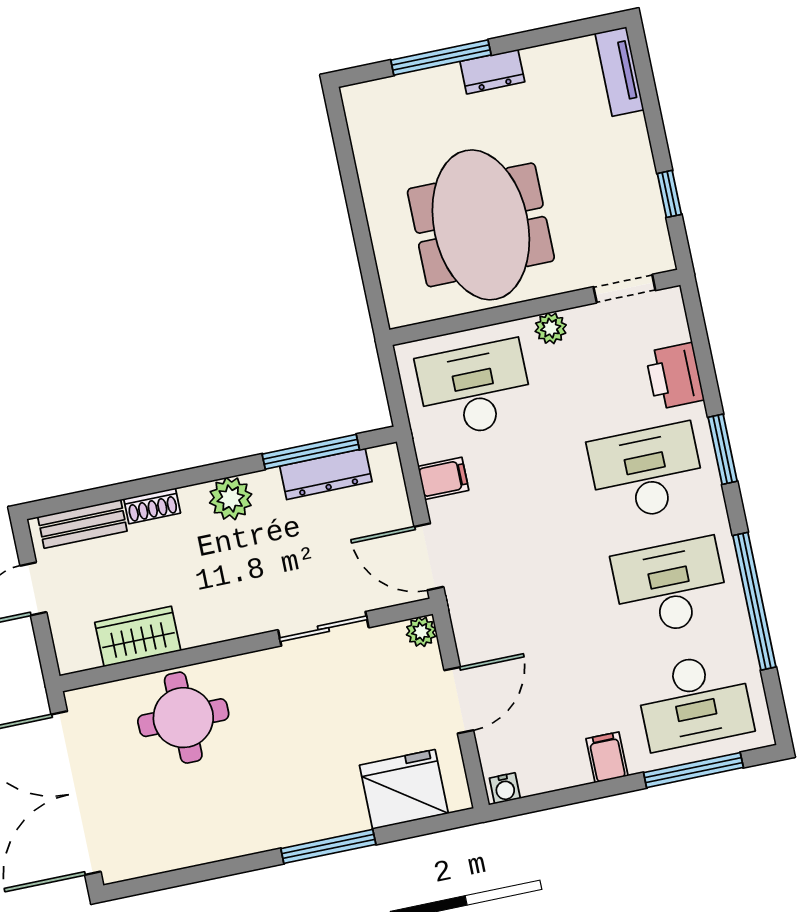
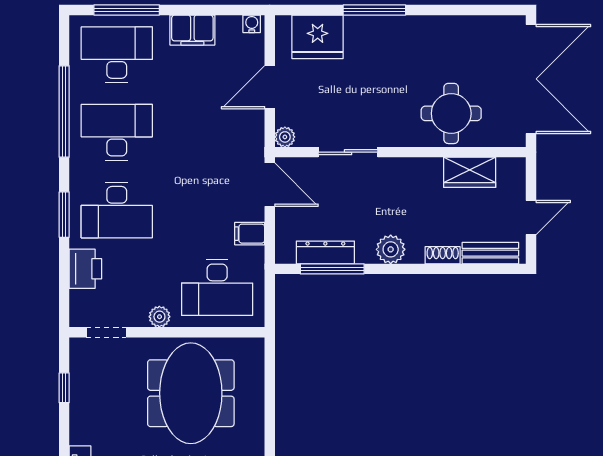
desk: (670, 587) -> (117, 132), turned 180
filing cabinet: (607, 757) -> (192, 30), width x2.00

